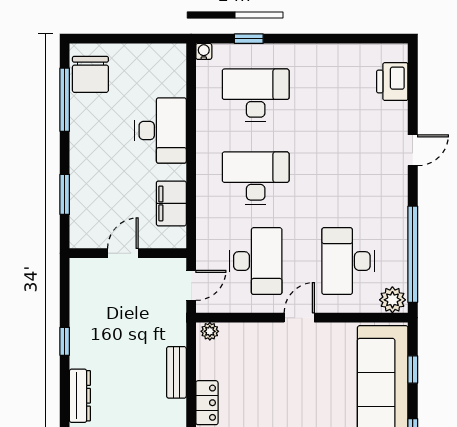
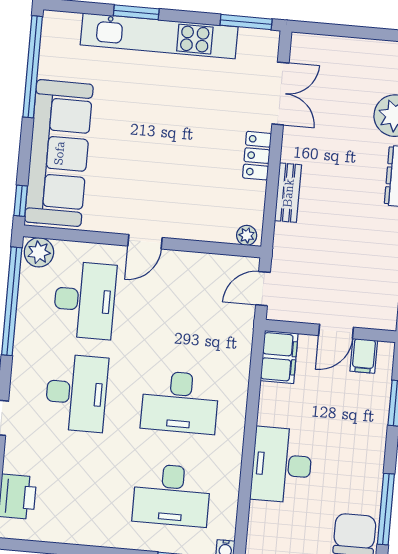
filing cabinet: (171, 203) -> (279, 357), moved
filing cabinet: (96, 234) -> (364, 356), added
desk: (256, 261) -> (76, 393), moved, turned 180
window: (413, 370) -> (21, 201), moved

